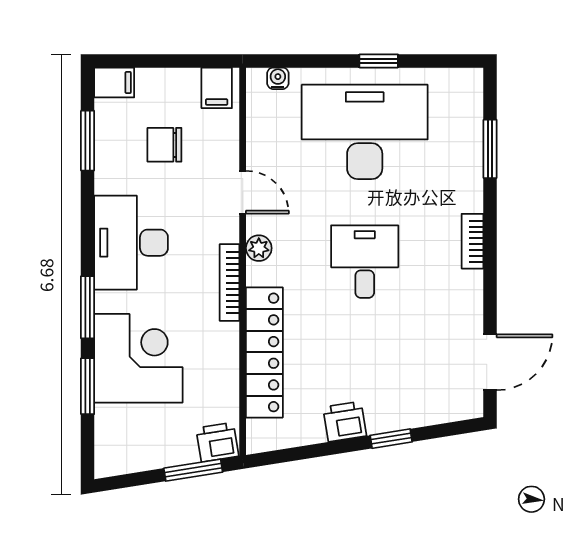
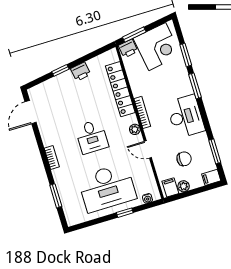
window: (379, 61) -> (125, 213), moved
plant: (185, 81) -> (184, 186), added
corner desk: (138, 358) -> (157, 47), moved, turned -99

